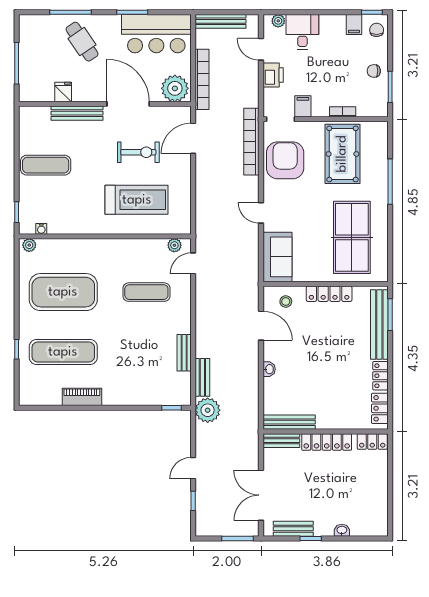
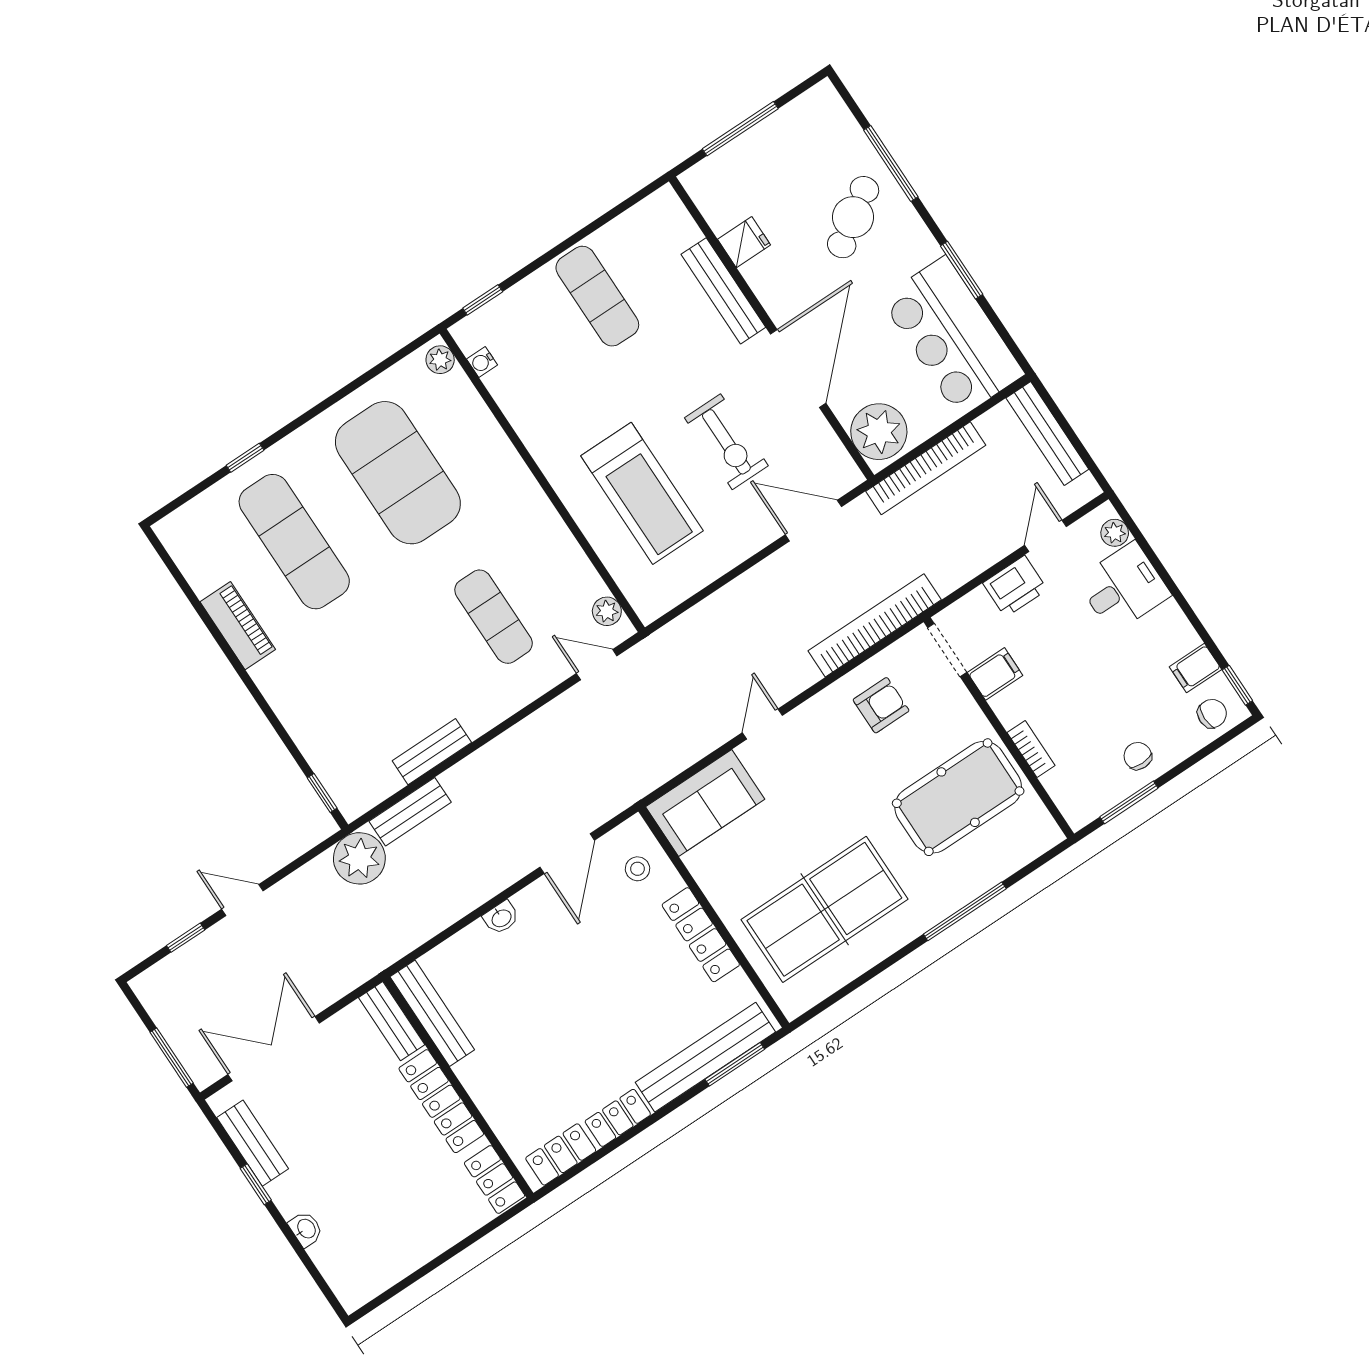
armchair: (285, 160) -> (881, 705), width x0.53, depth x0.53

